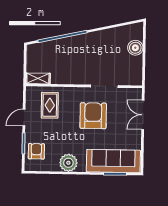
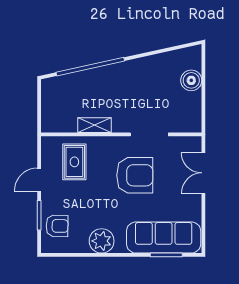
shelving: (38, 78) -> (95, 125), moved
armchair: (93, 116) -> (135, 175), turned 90
armchair: (36, 151) -> (57, 226), turned 91

